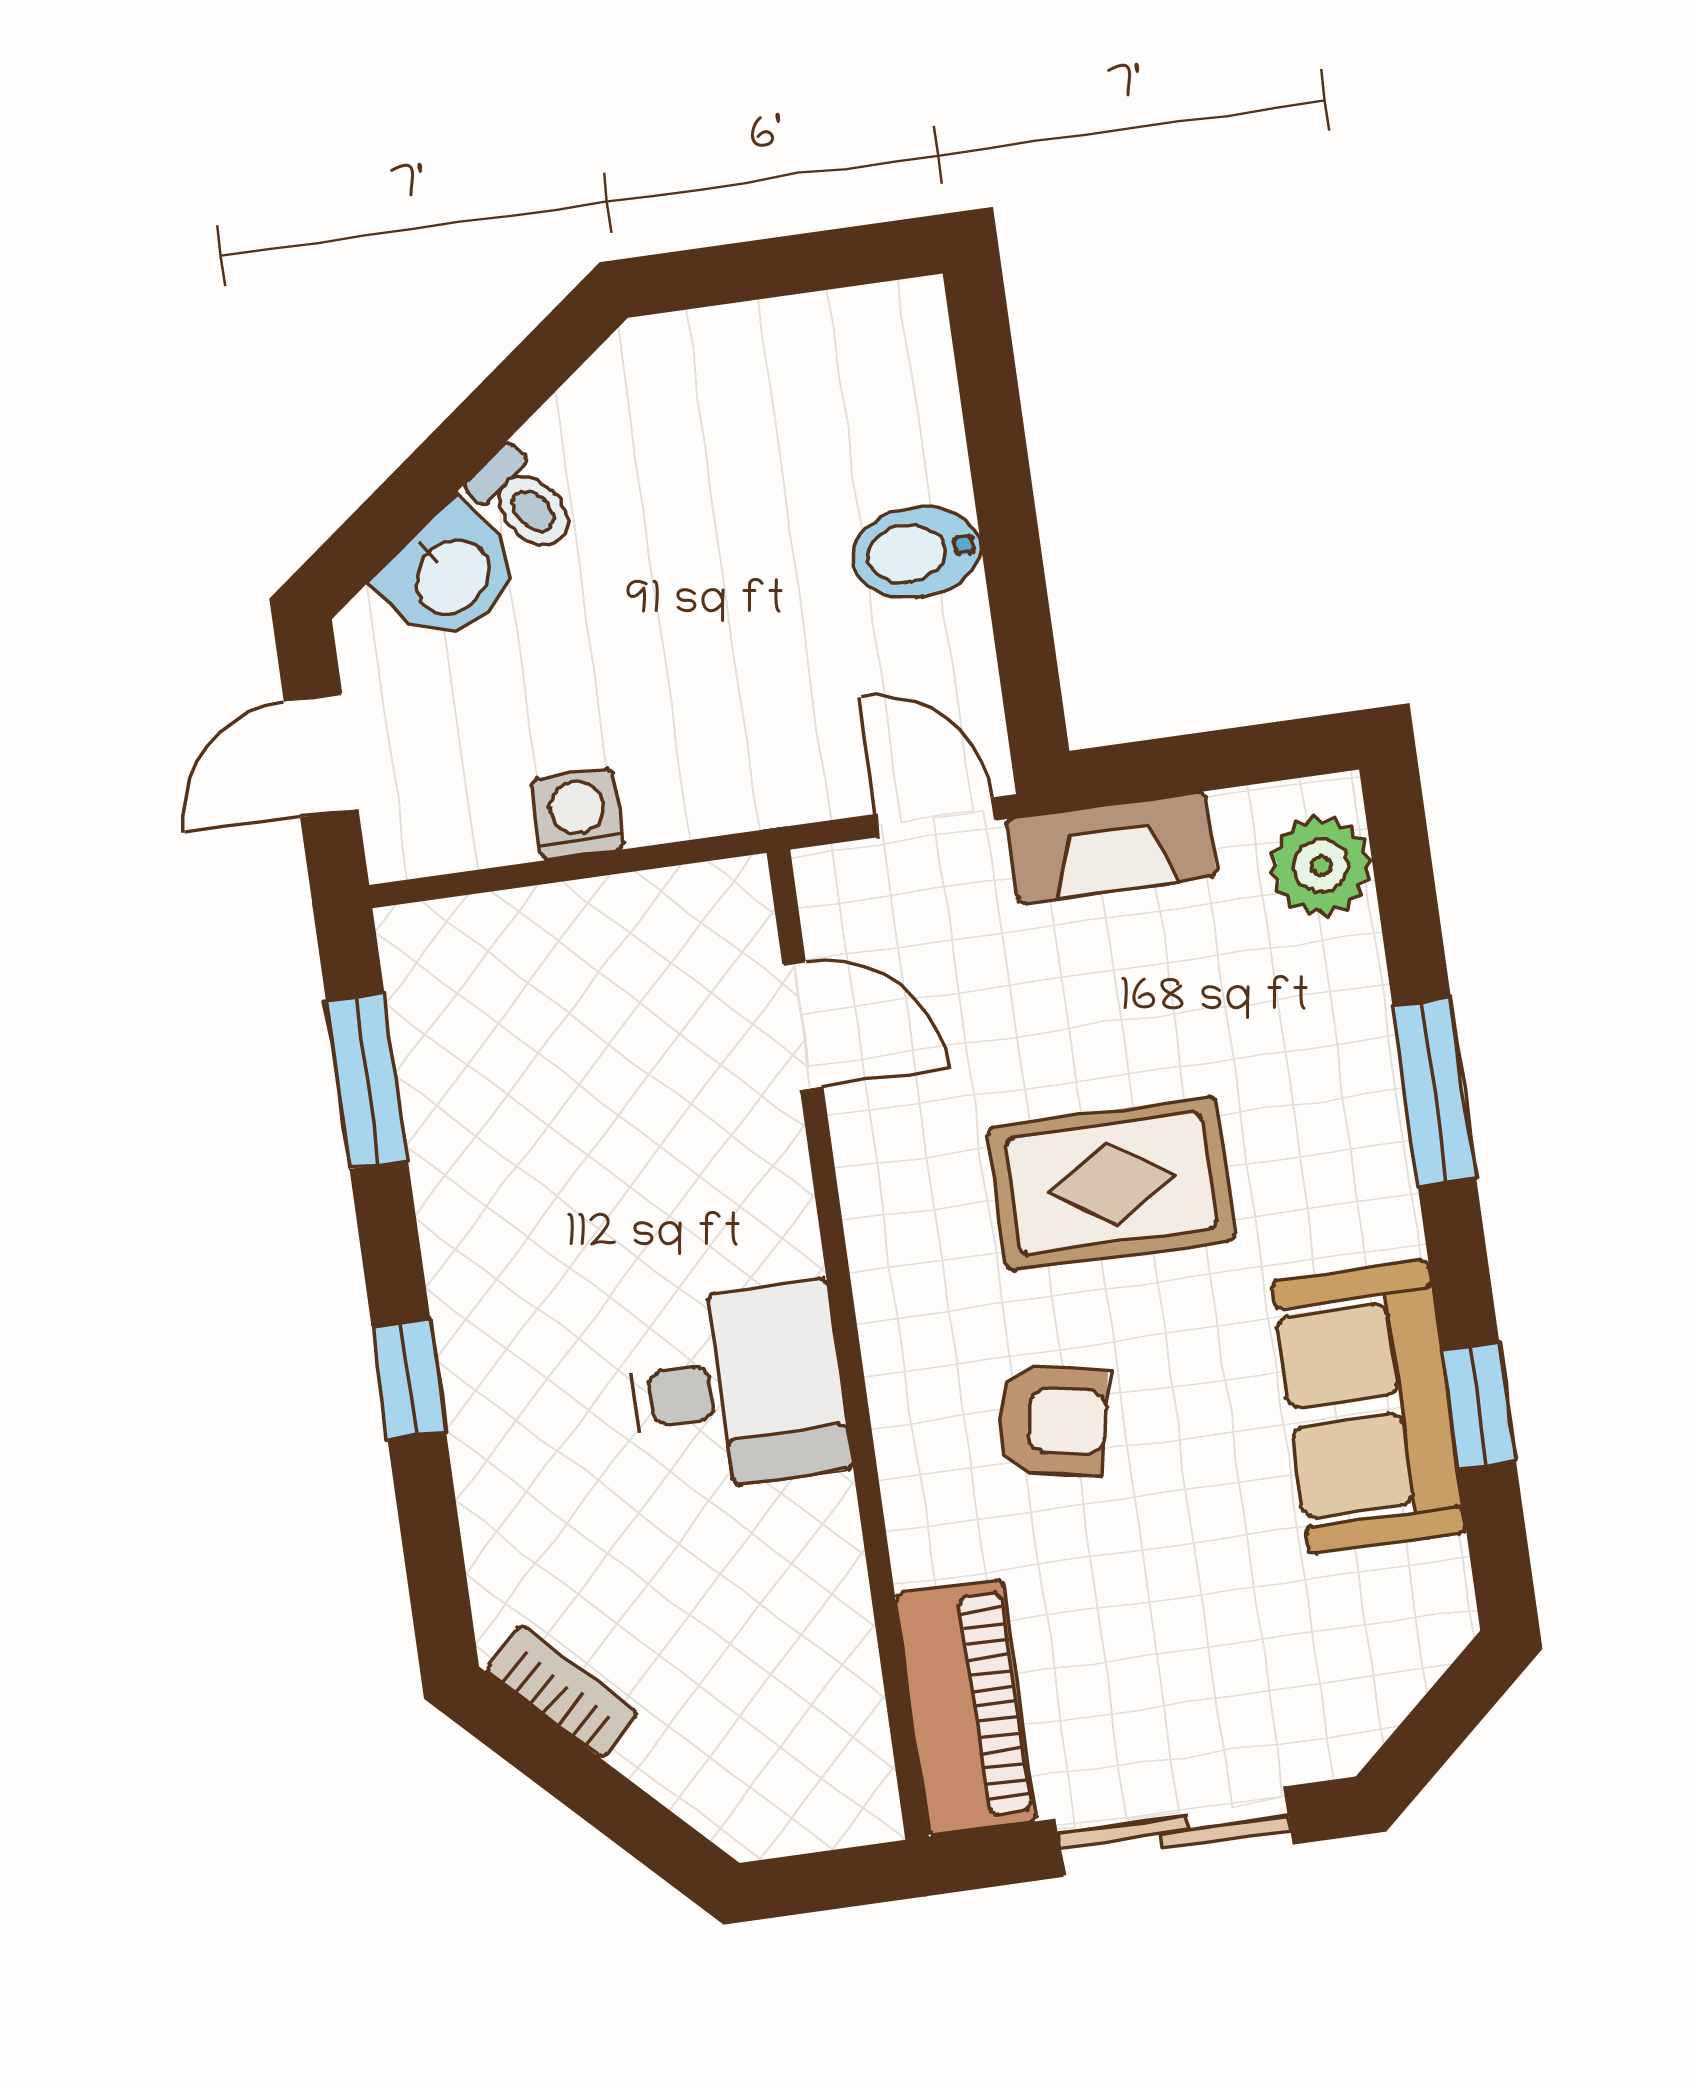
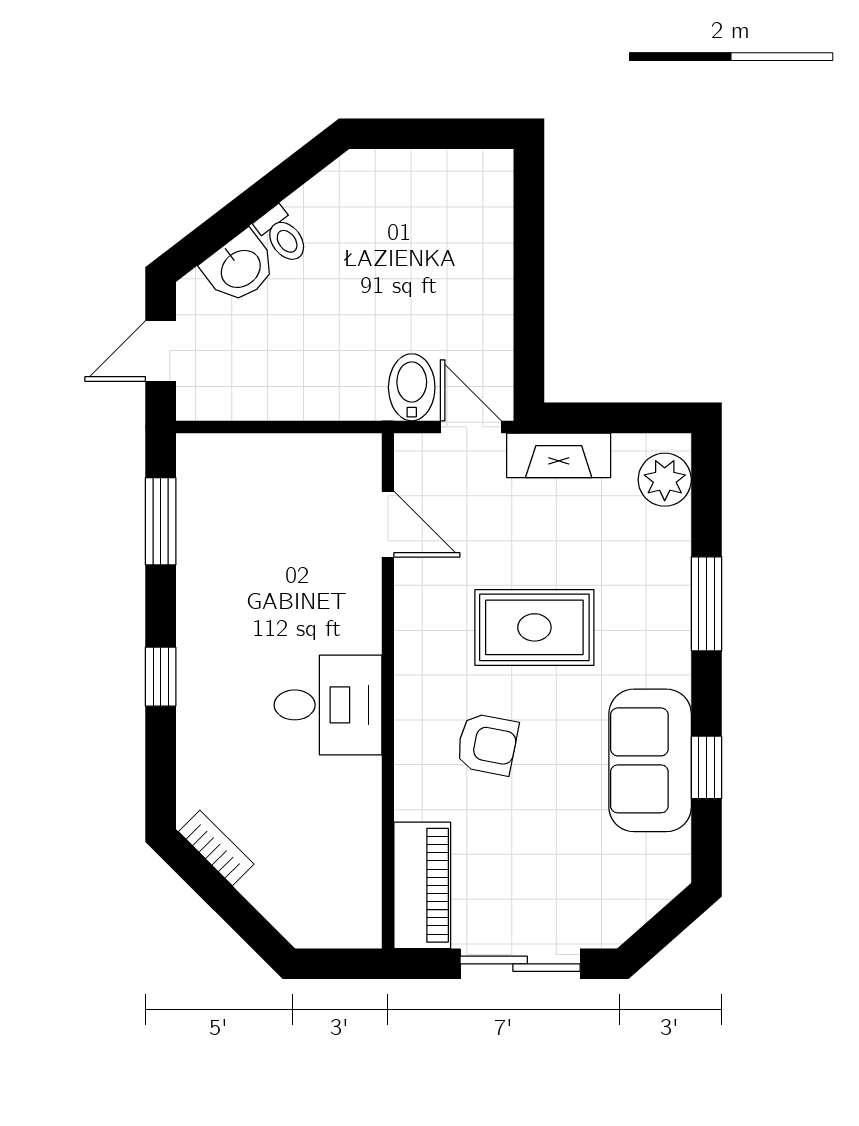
bidet: (916, 552) -> (412, 387), moved, turned 90
washing machine: (577, 814) -> (288, 400), removed

